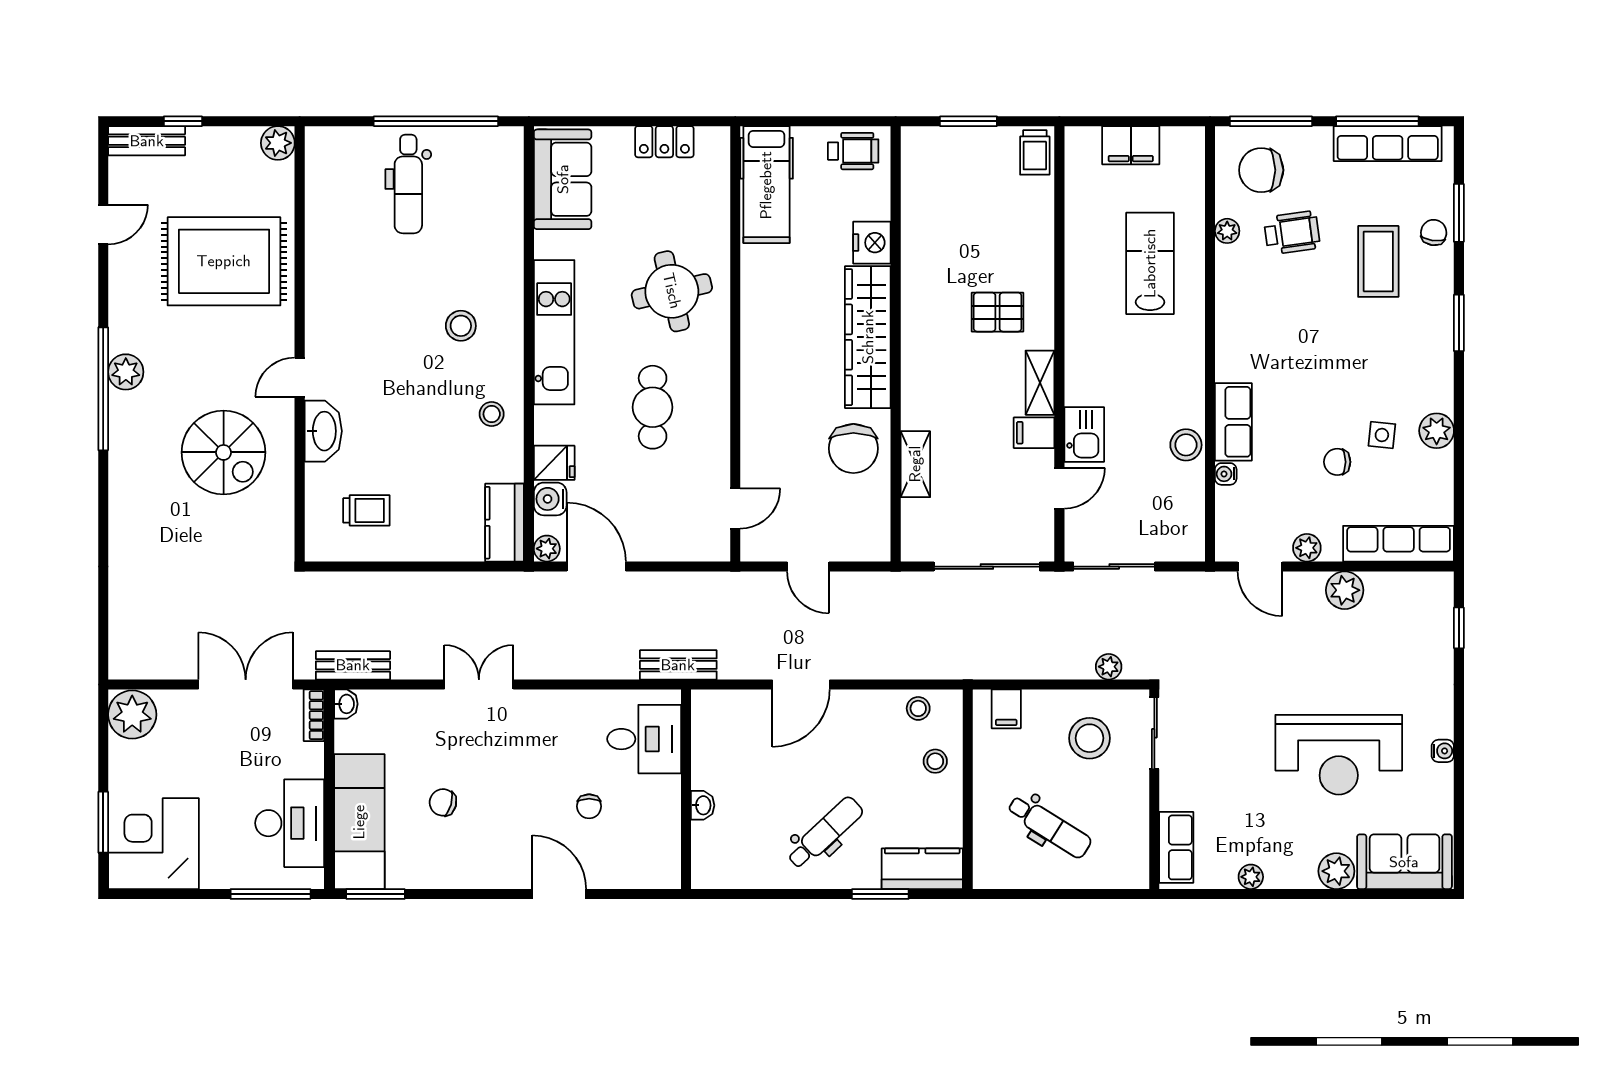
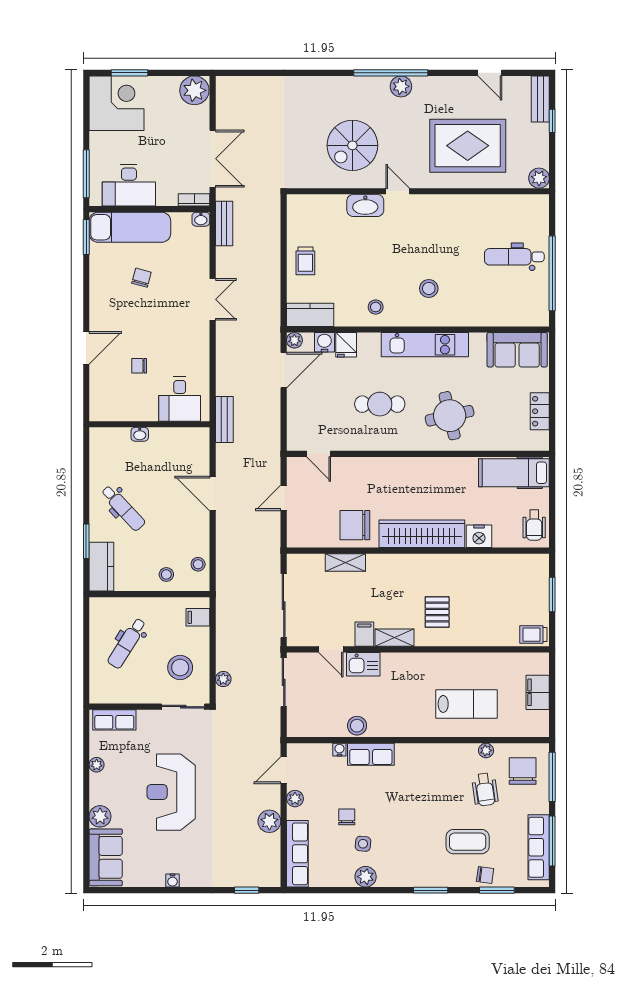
rug: (224, 261) -> (468, 146), turned 90
trolley: (366, 510) -> (305, 261), moved
reception desk: (1339, 755) -> (171, 792), moved

